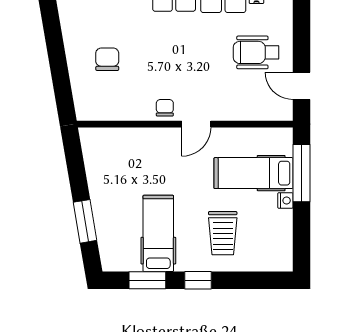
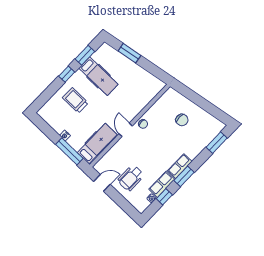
wheelchair: (256, 52) -> (131, 178), turned 180
hospital bed: (253, 173) -> (97, 144), moved

